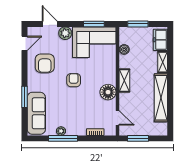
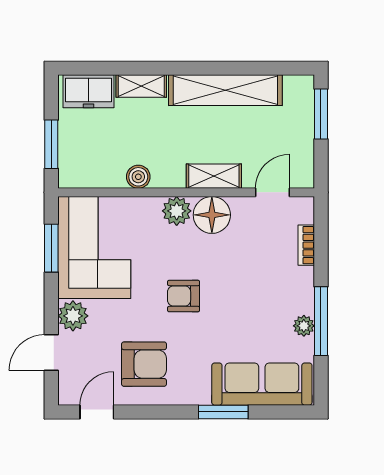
door: (24, 43) -> (97, 412), hinge flipped
boiler: (124, 49) -> (138, 177), moved
plant: (110, 77) -> (177, 211), added
shelving: (124, 80) -> (214, 176), moved
window: (138, 138) -> (321, 114), moved

